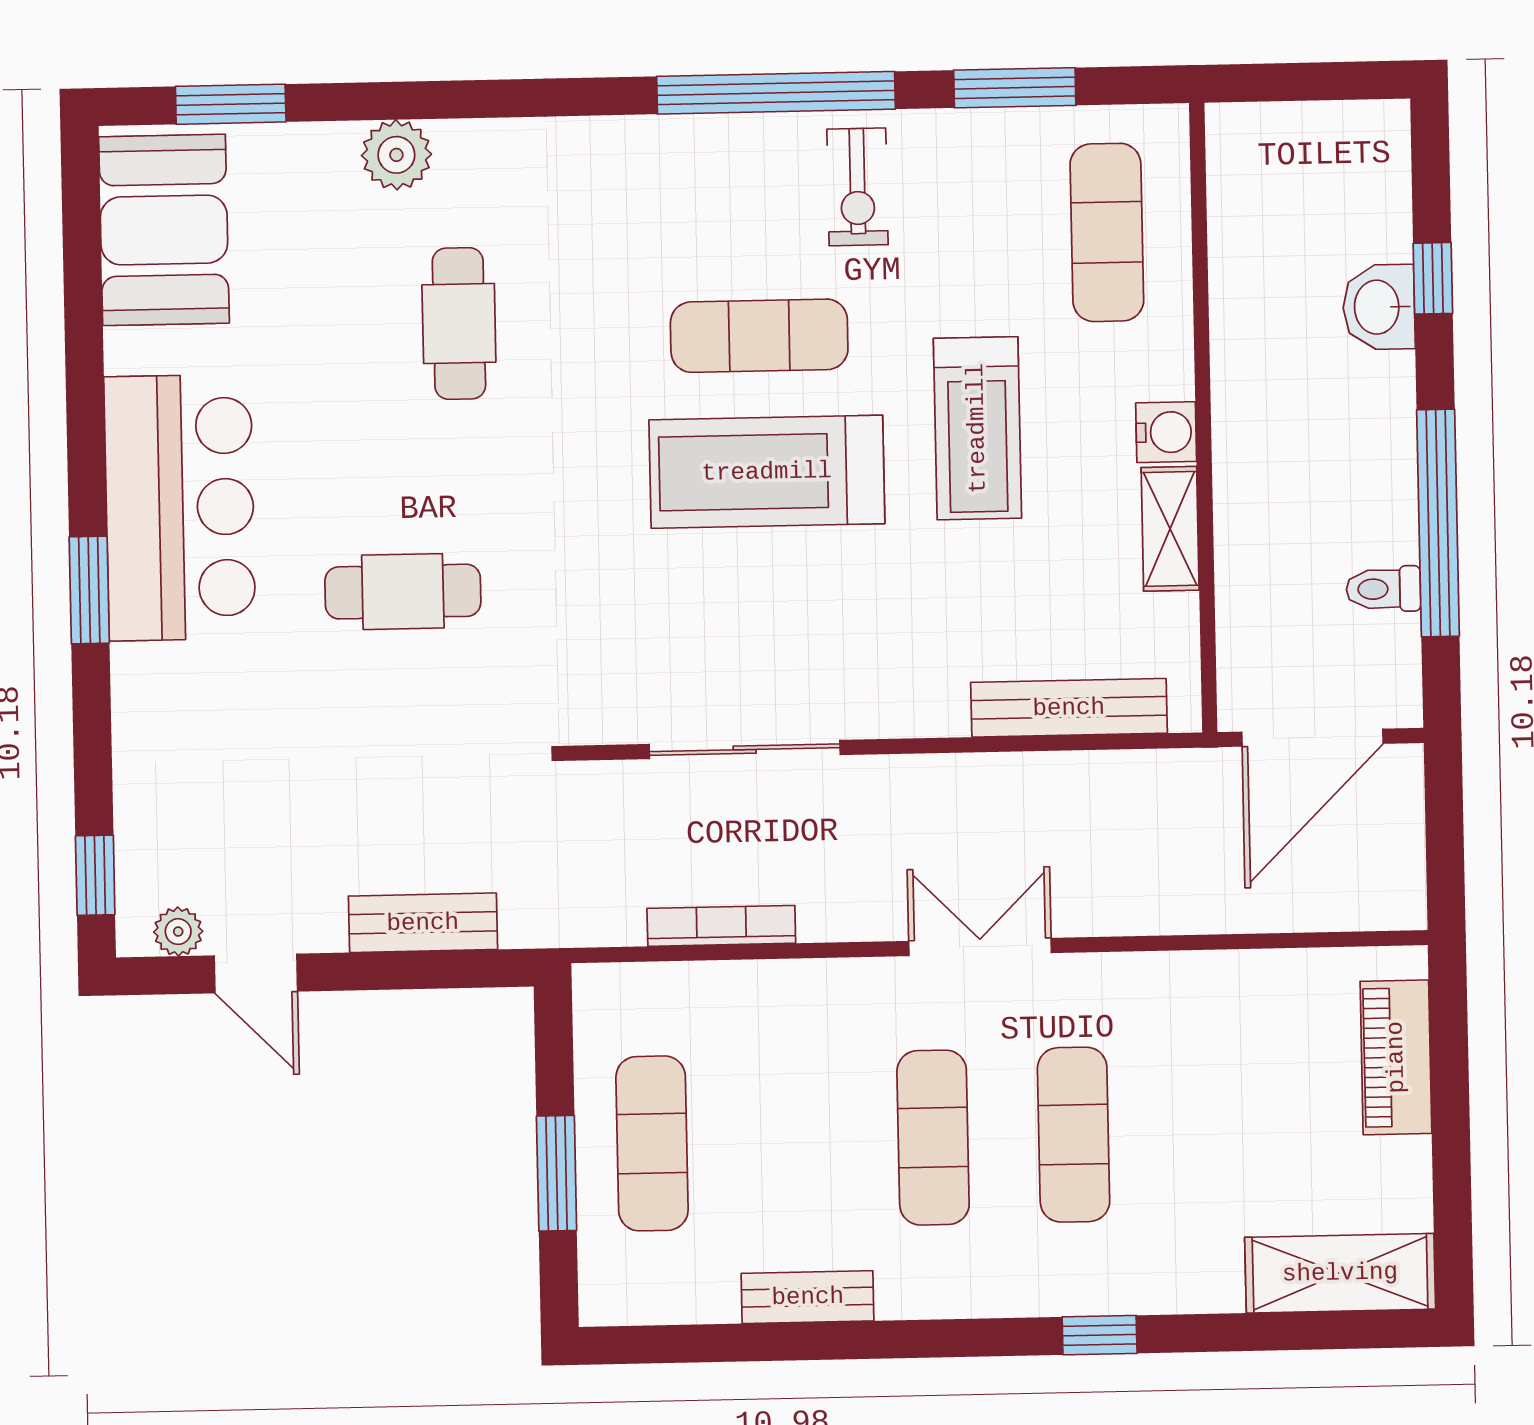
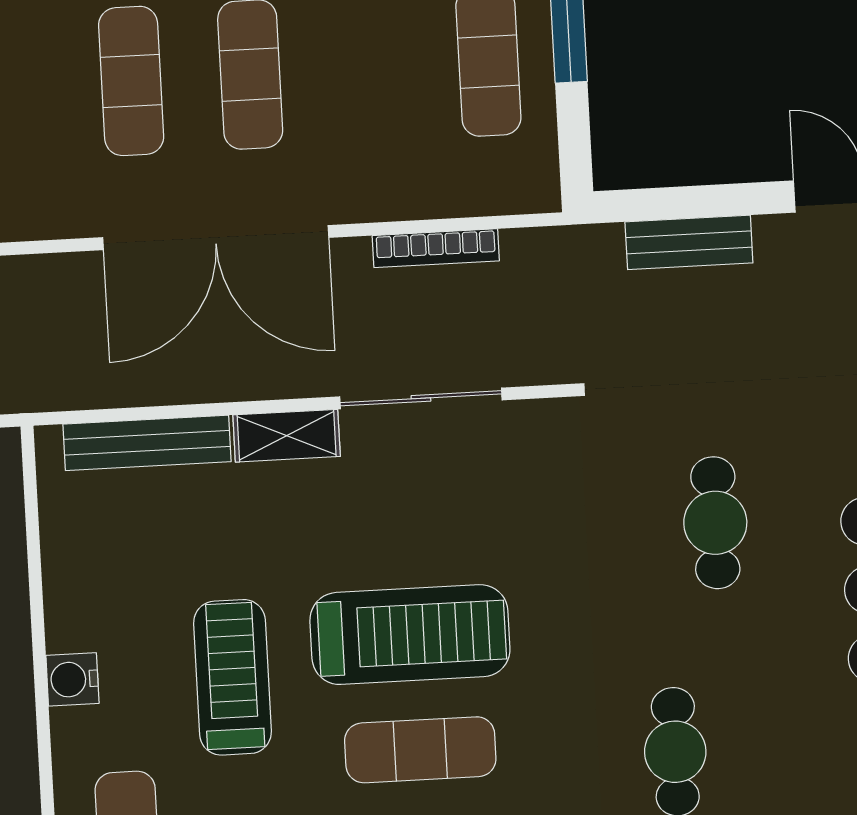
shelving: (1170, 529) -> (287, 436), moved, turned 90
cafe table: (403, 592) -> (715, 523), turned 90
double door: (980, 947) -> (216, 238), width x1.87

